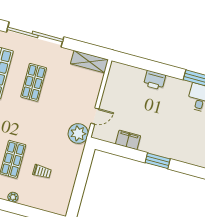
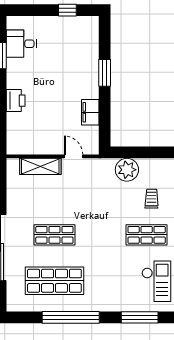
shelving: (89, 62) -> (40, 166), moved, turned 90
plant: (78, 134) -> (127, 170), moved

